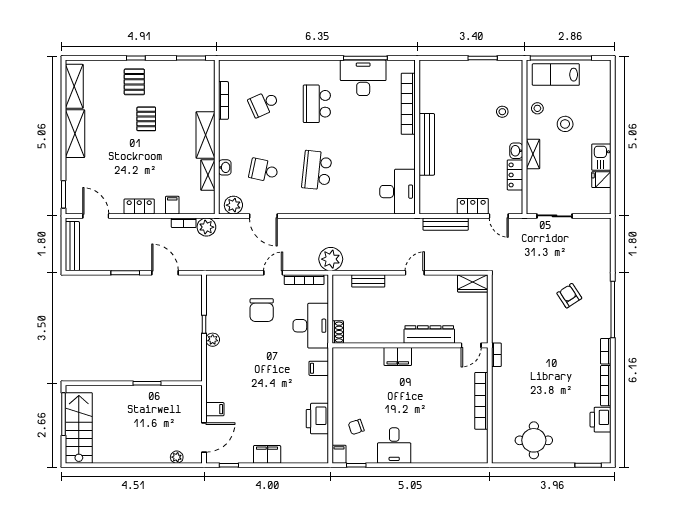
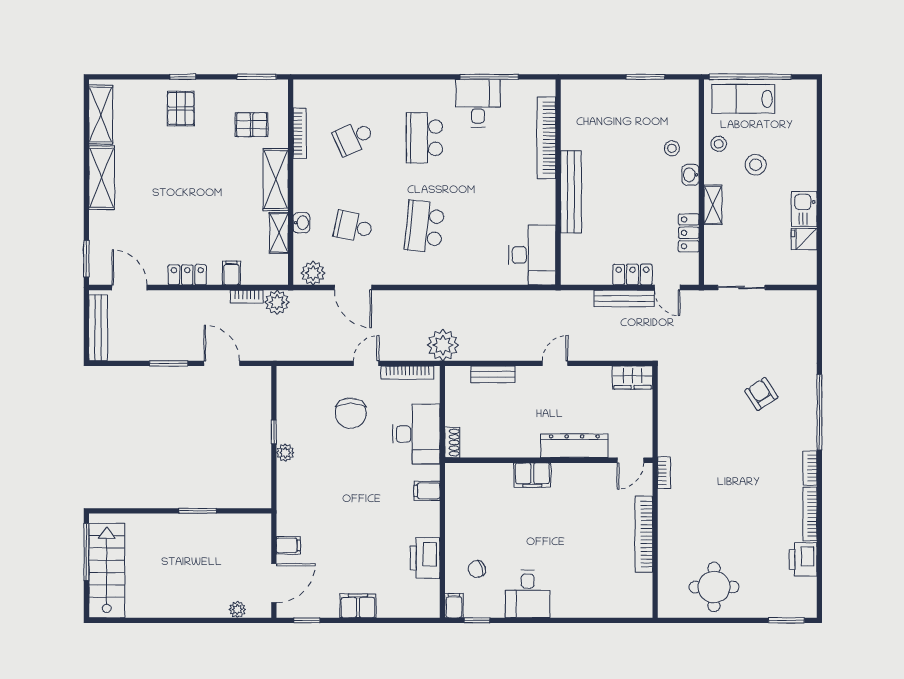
desk: (363, 78) -> (478, 103), width x0.73
pallet: (146, 119) -> (252, 125), moved, turned 90
washbasin: (516, 151) -> (690, 175), moved
bench: (446, 224) -> (624, 298), moved

